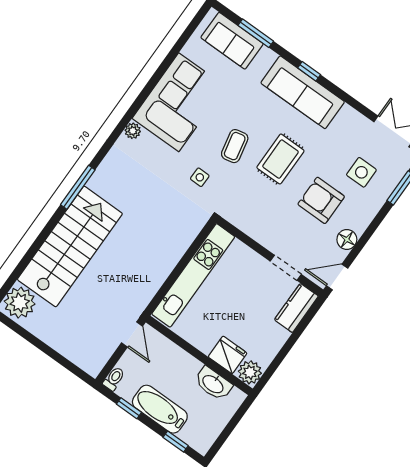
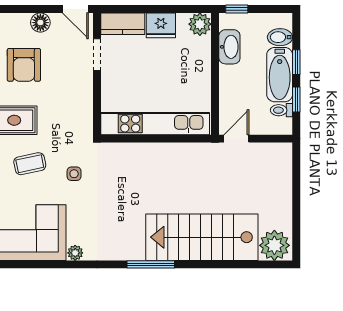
fridge: (228, 355) -> (161, 25), moved, turned -90
toilet: (114, 379) -> (281, 110), moved
window: (241, 412) -> (237, 9), added
bidet: (191, 432) -> (280, 37), added
window: (176, 442) -> (296, 62), moved

